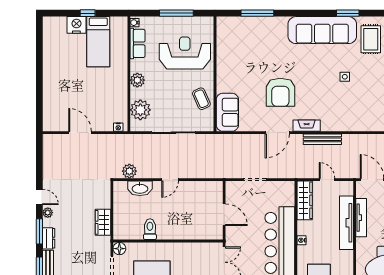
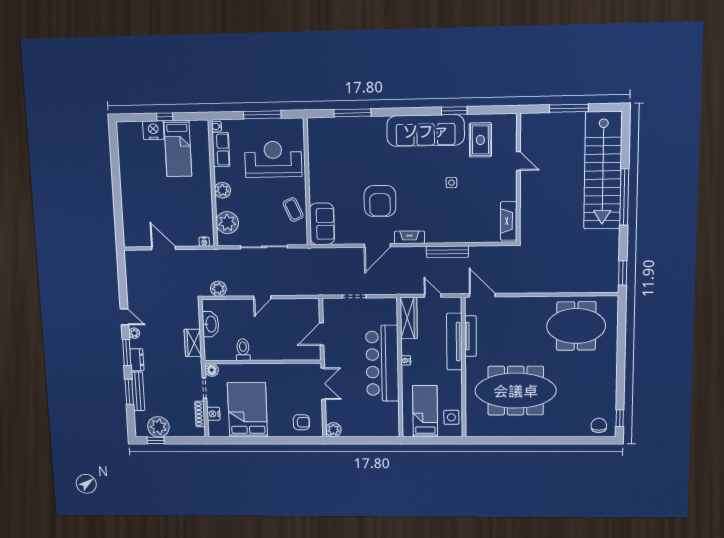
bench: (322, 139) -> (447, 252), moved
washbasin: (140, 188) -> (211, 324), moved, turned -90
door: (224, 215) -> (322, 334), swing flipped

